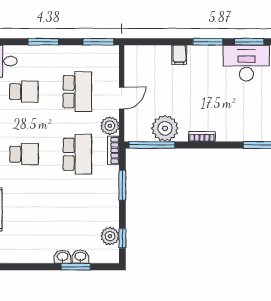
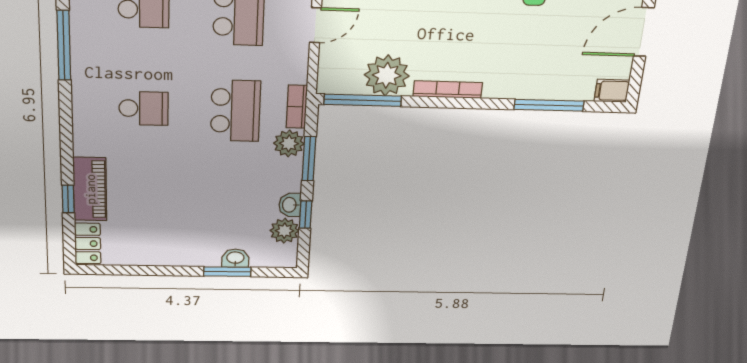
plant: (110, 126) -> (289, 143), moved
bookcase: (202, 136) -> (448, 90), width x1.56
window: (122, 238) -> (306, 215), moved
washbasin: (63, 257) -> (290, 205), moved, turned -90

